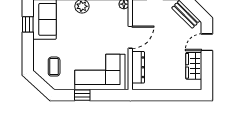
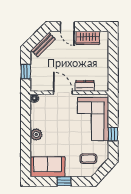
window: (28, 24) -> (64, 181), moved
dresser: (138, 67) -> (85, 86), width x0.70

